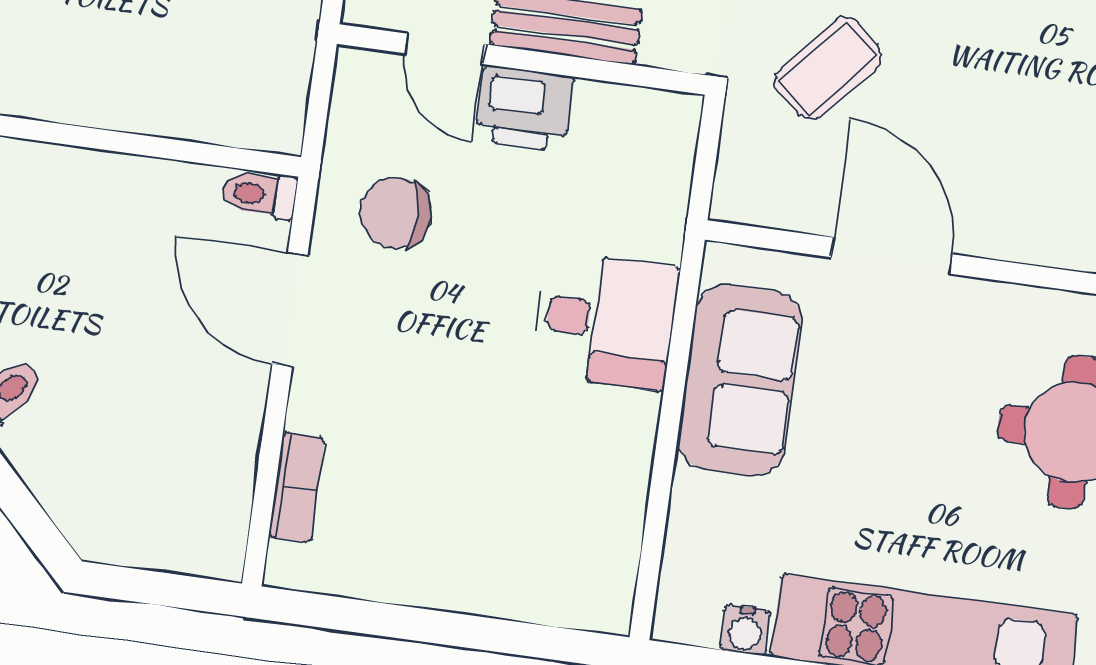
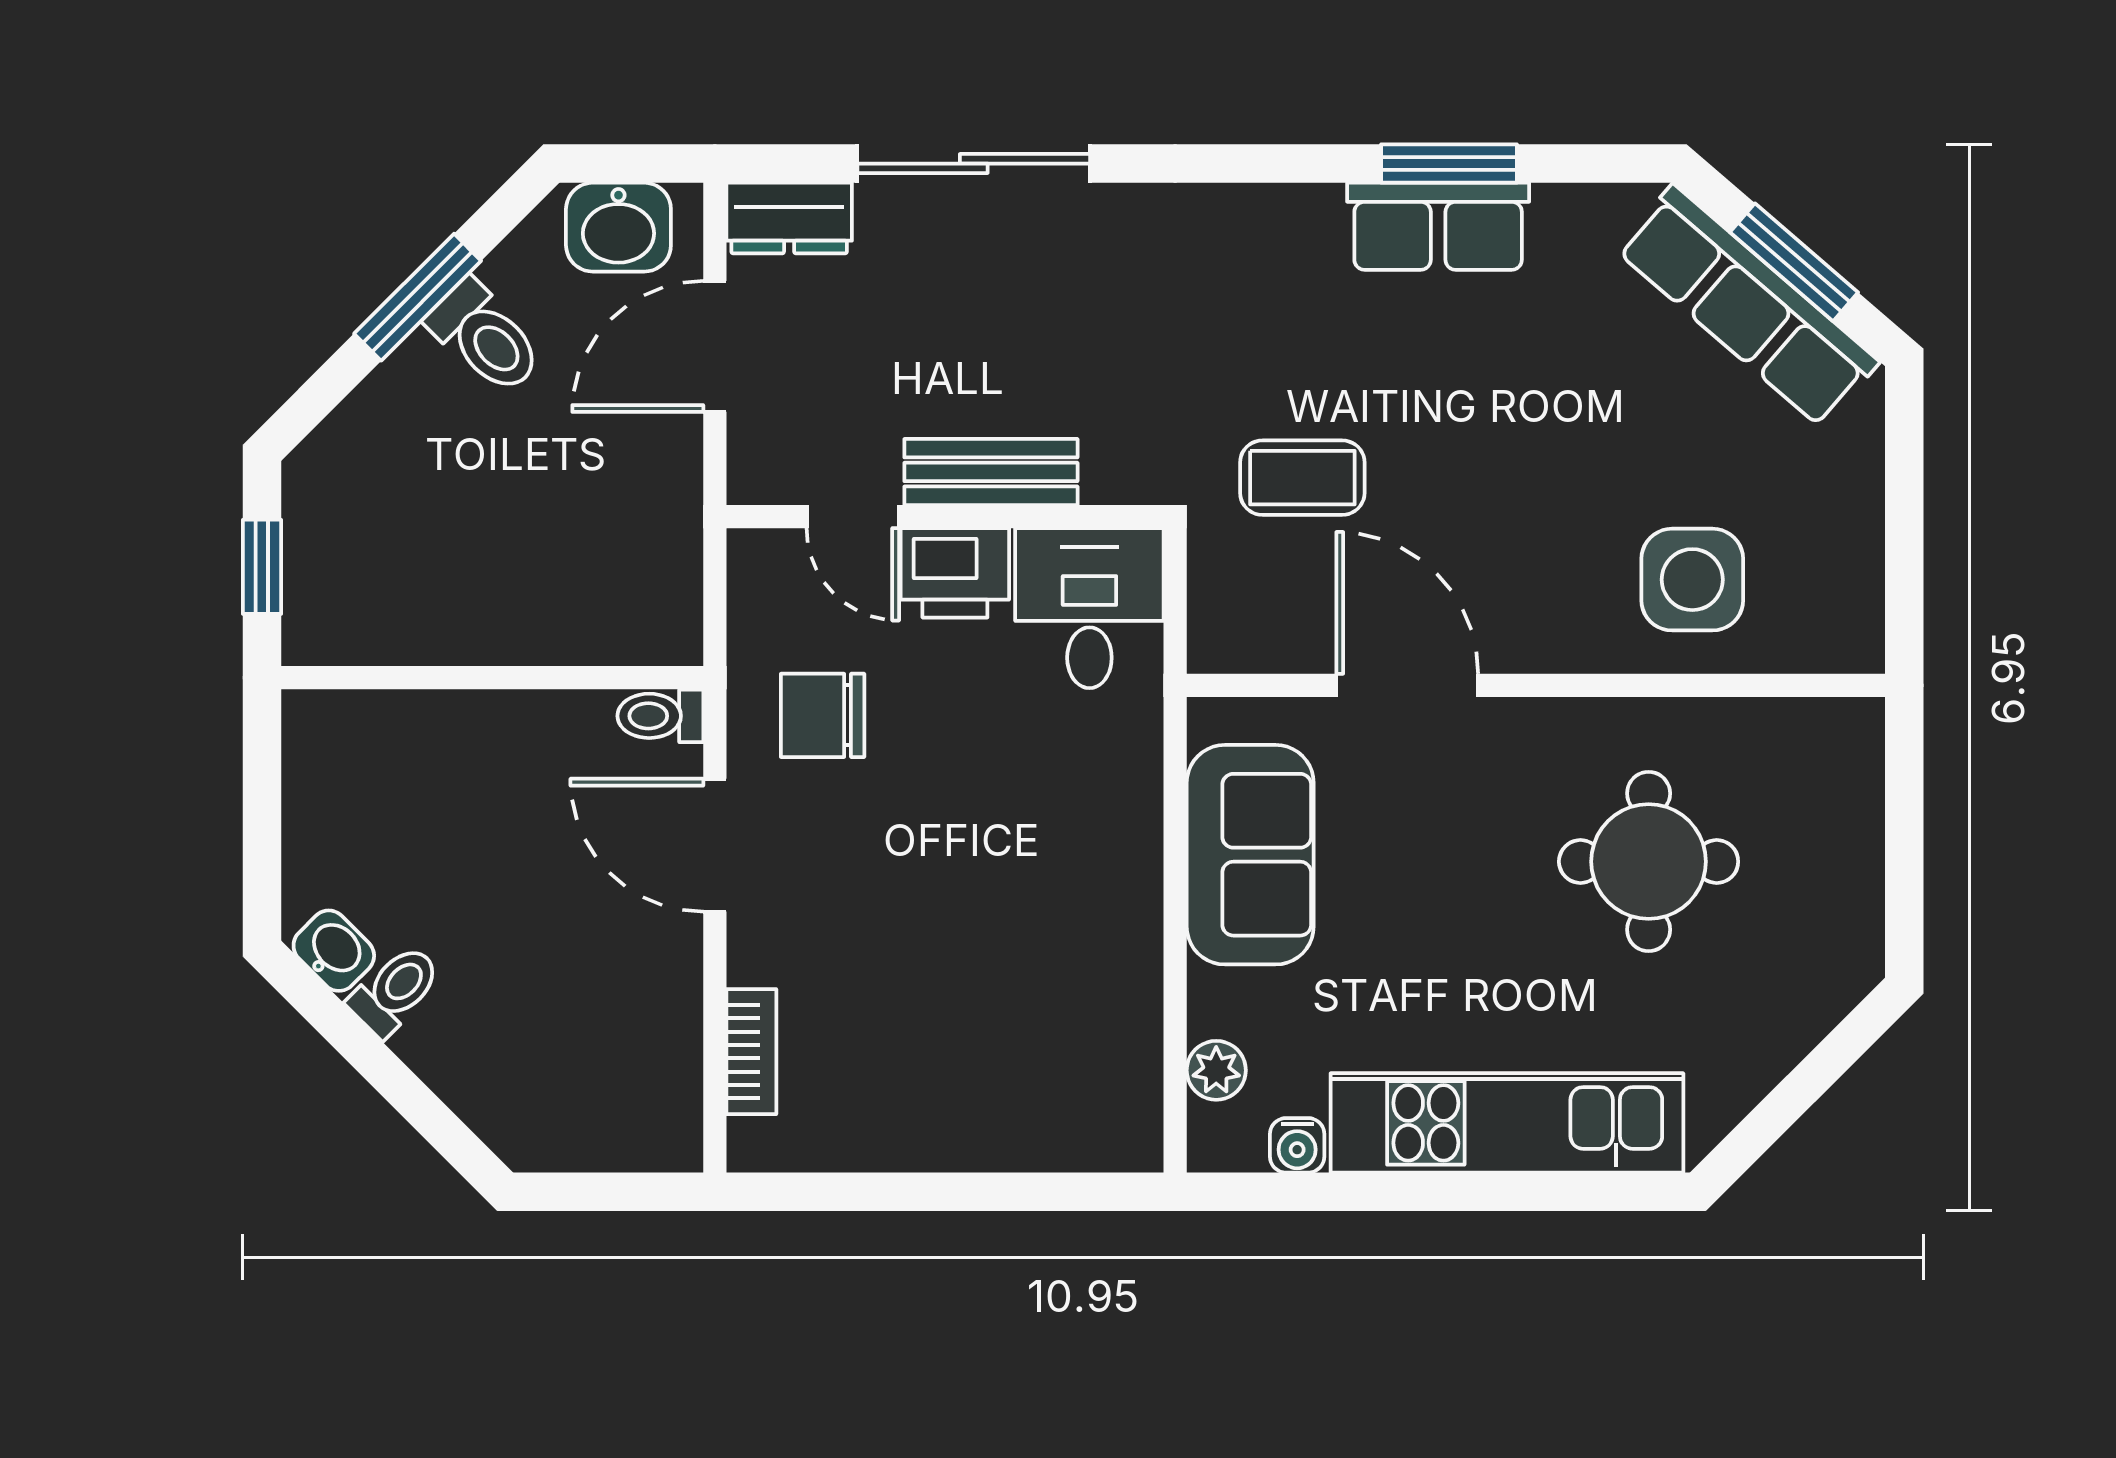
coffee table: (828, 69) -> (1302, 478), turned 49
desk: (605, 320) -> (1089, 608), moved, turned -90
plant: (686, 557) -> (1216, 1070), added

